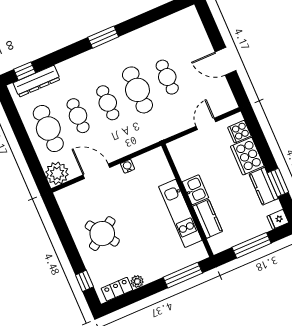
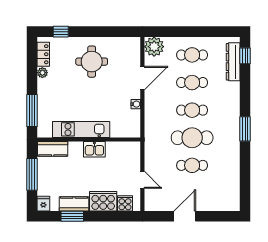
cafe table: (48, 129) -> (192, 55), width x0.73, depth x0.74
kitchen counter: (208, 219) -> (53, 149), moved
round table: (102, 234) -> (92, 62), turned 34

